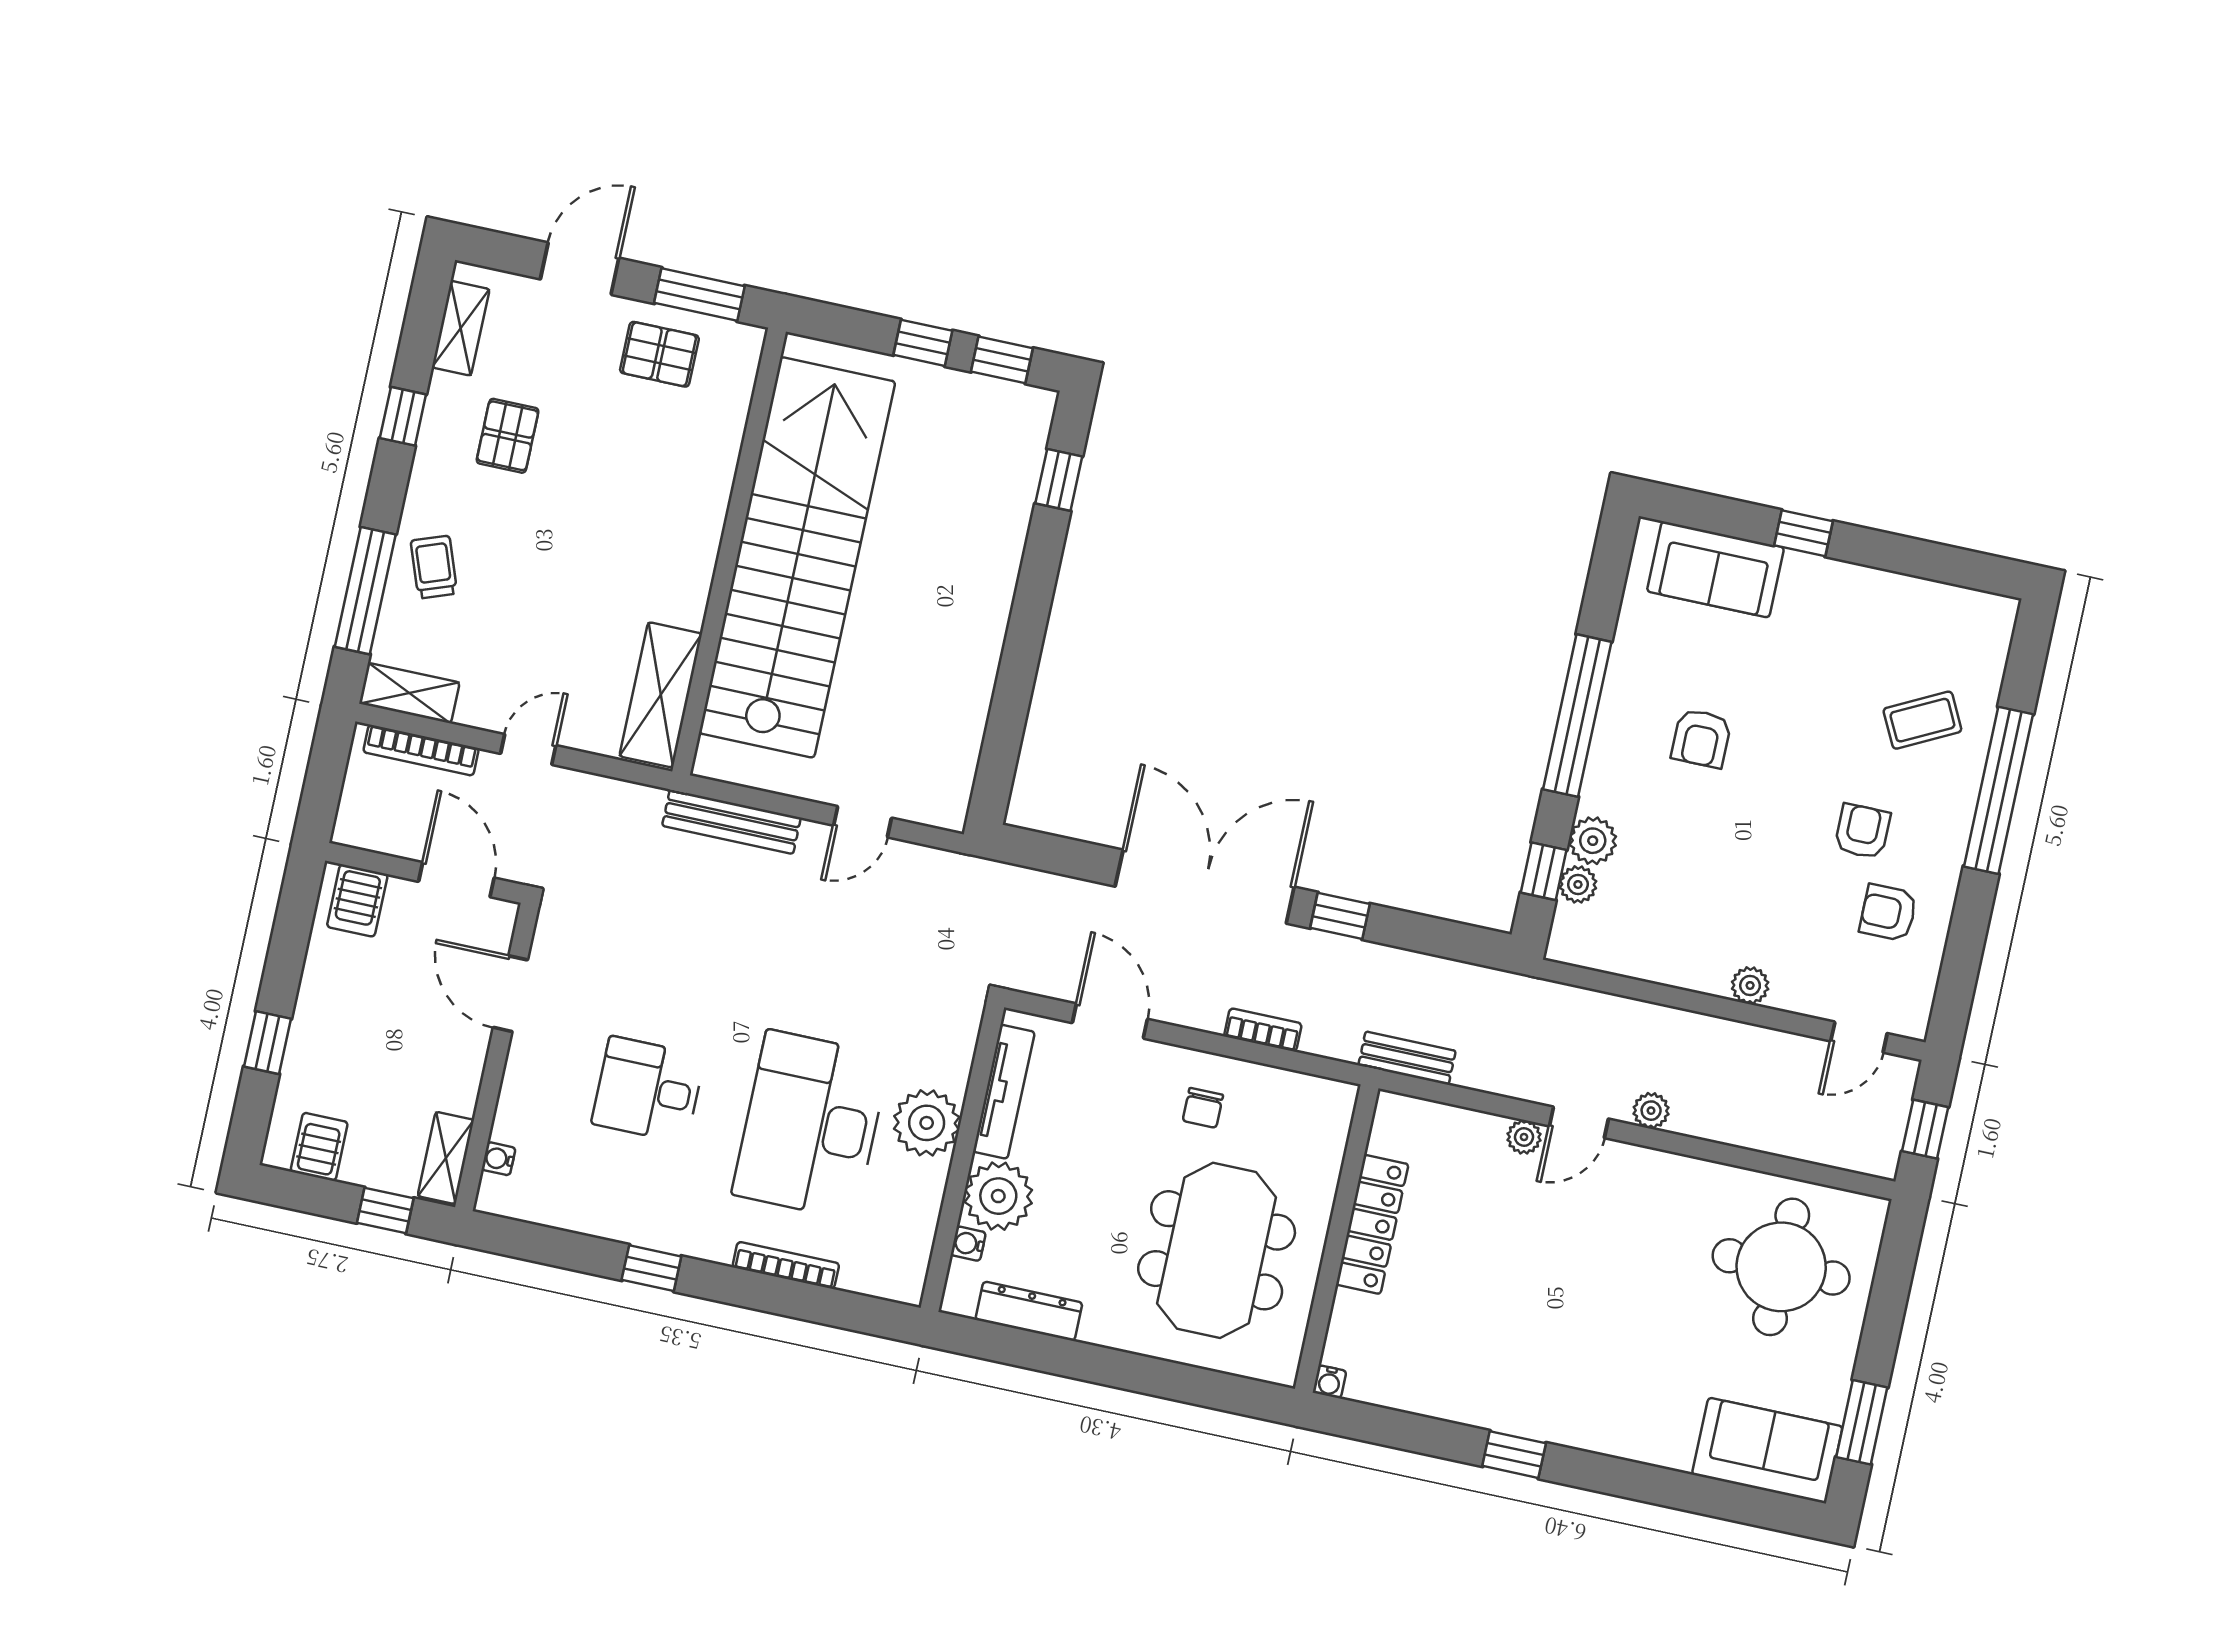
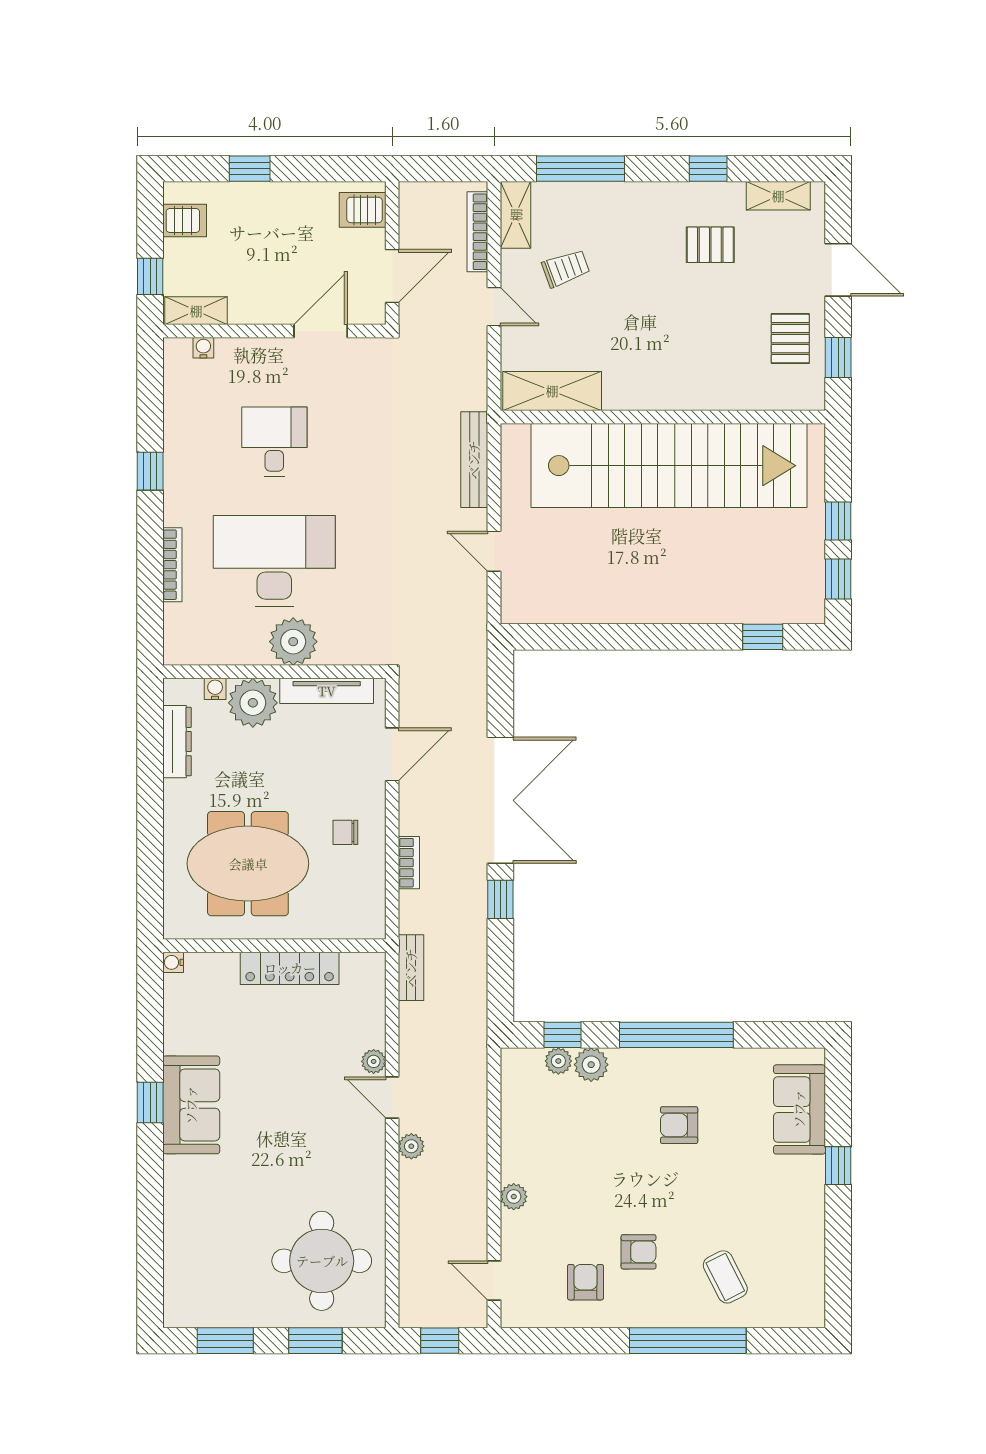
window: (699, 294) -> (838, 358), width x0.67
trolley: (434, 567) -> (566, 268), moved
window: (1888, 1299) -> (315, 1341), added
sofa: (1767, 1450) -> (191, 1105), moved

